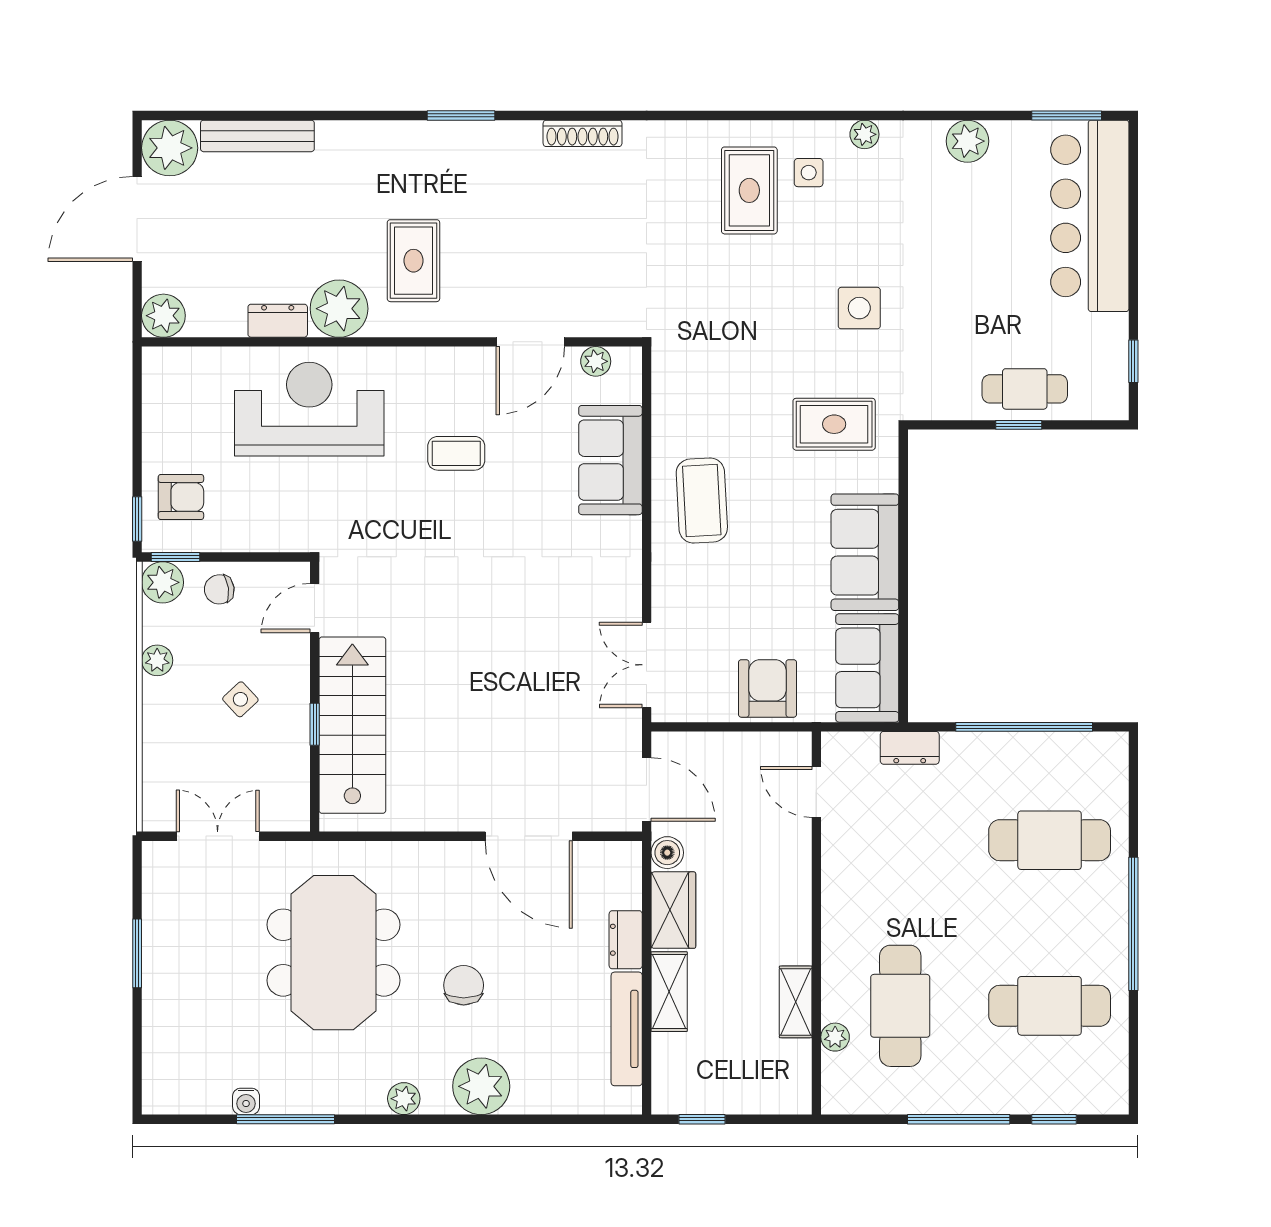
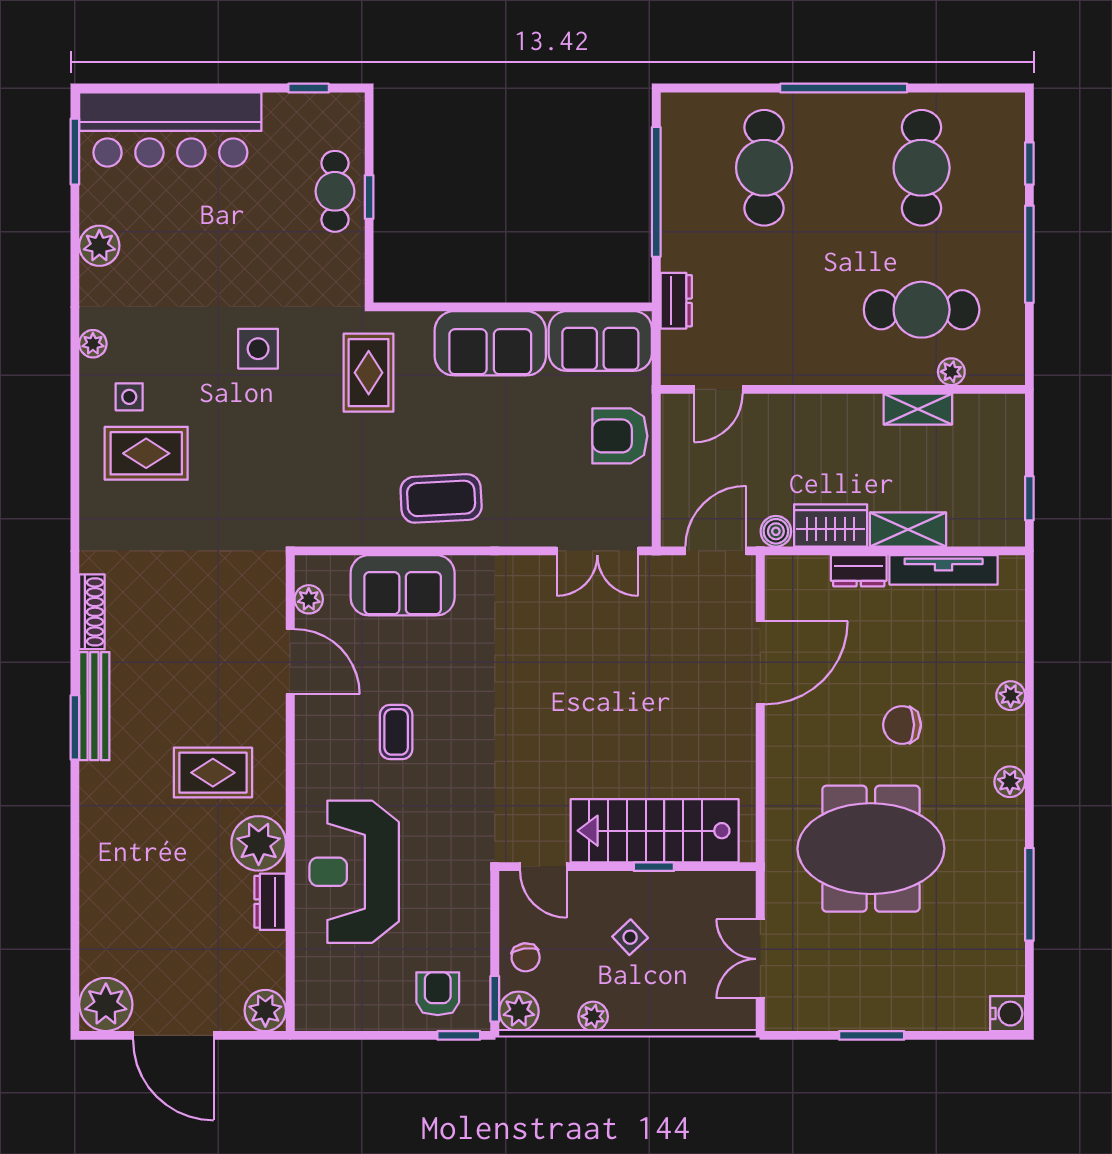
bench: (257, 136) -> (94, 706), moved
plant: (481, 1086) -> (1011, 696), width x0.53, depth x0.53
water cooler: (246, 1101) -> (1008, 1014), moved, width x1.38, depth x1.38

